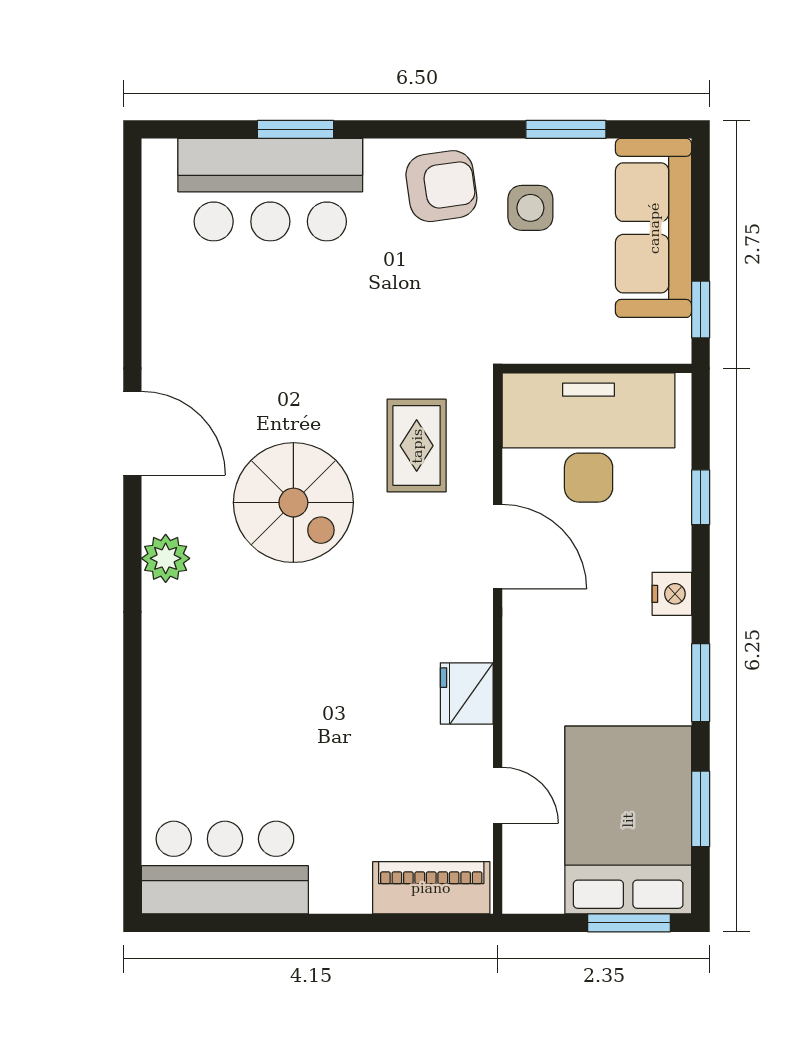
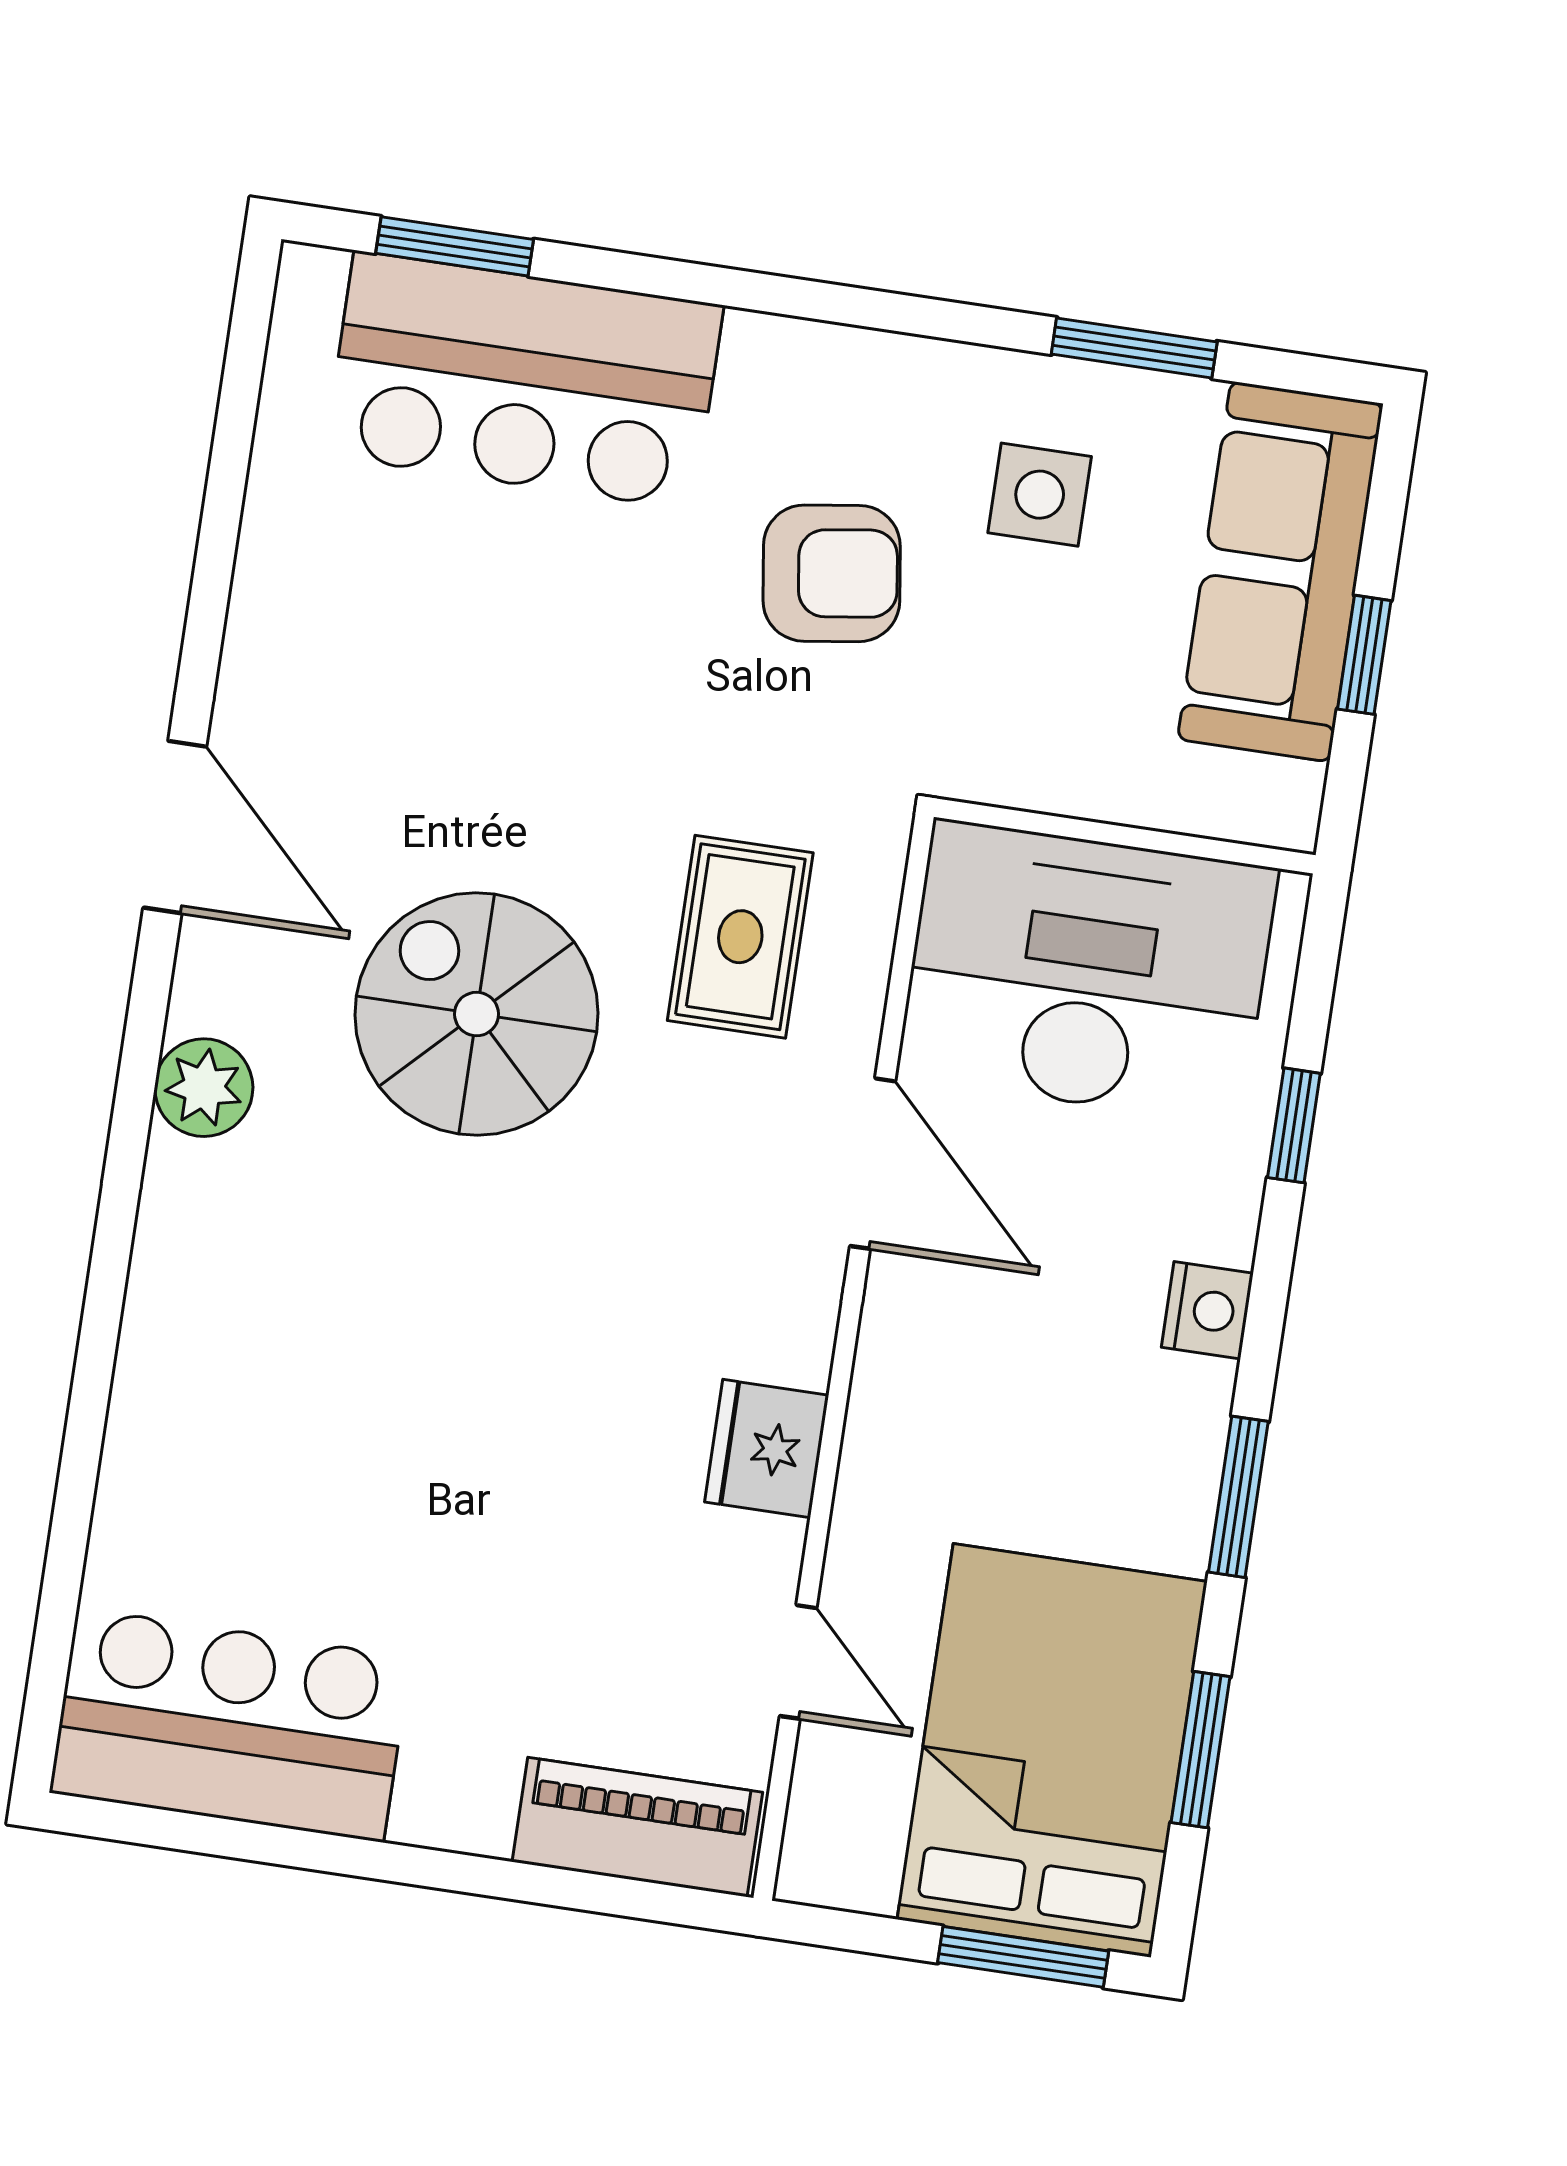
window: (296, 129) -> (455, 246), moved
armchair: (441, 186) -> (832, 573), moved
window: (701, 310) -> (1364, 655), moved
spiral stairs: (293, 503) -> (476, 1014), turned 180

